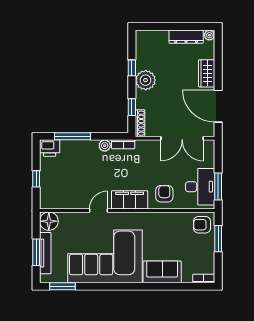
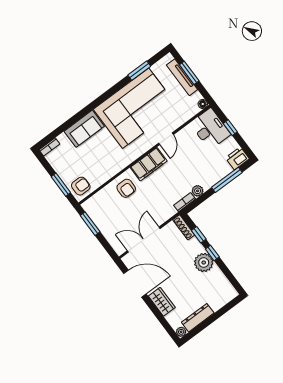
window: (132, 68) -> (212, 253), moved
desk: (200, 187) -> (210, 129), moved, turned 180
floor lamp: (49, 221) -> (203, 104), width x0.53, depth x0.53
window: (63, 286) -> (139, 71), moved

